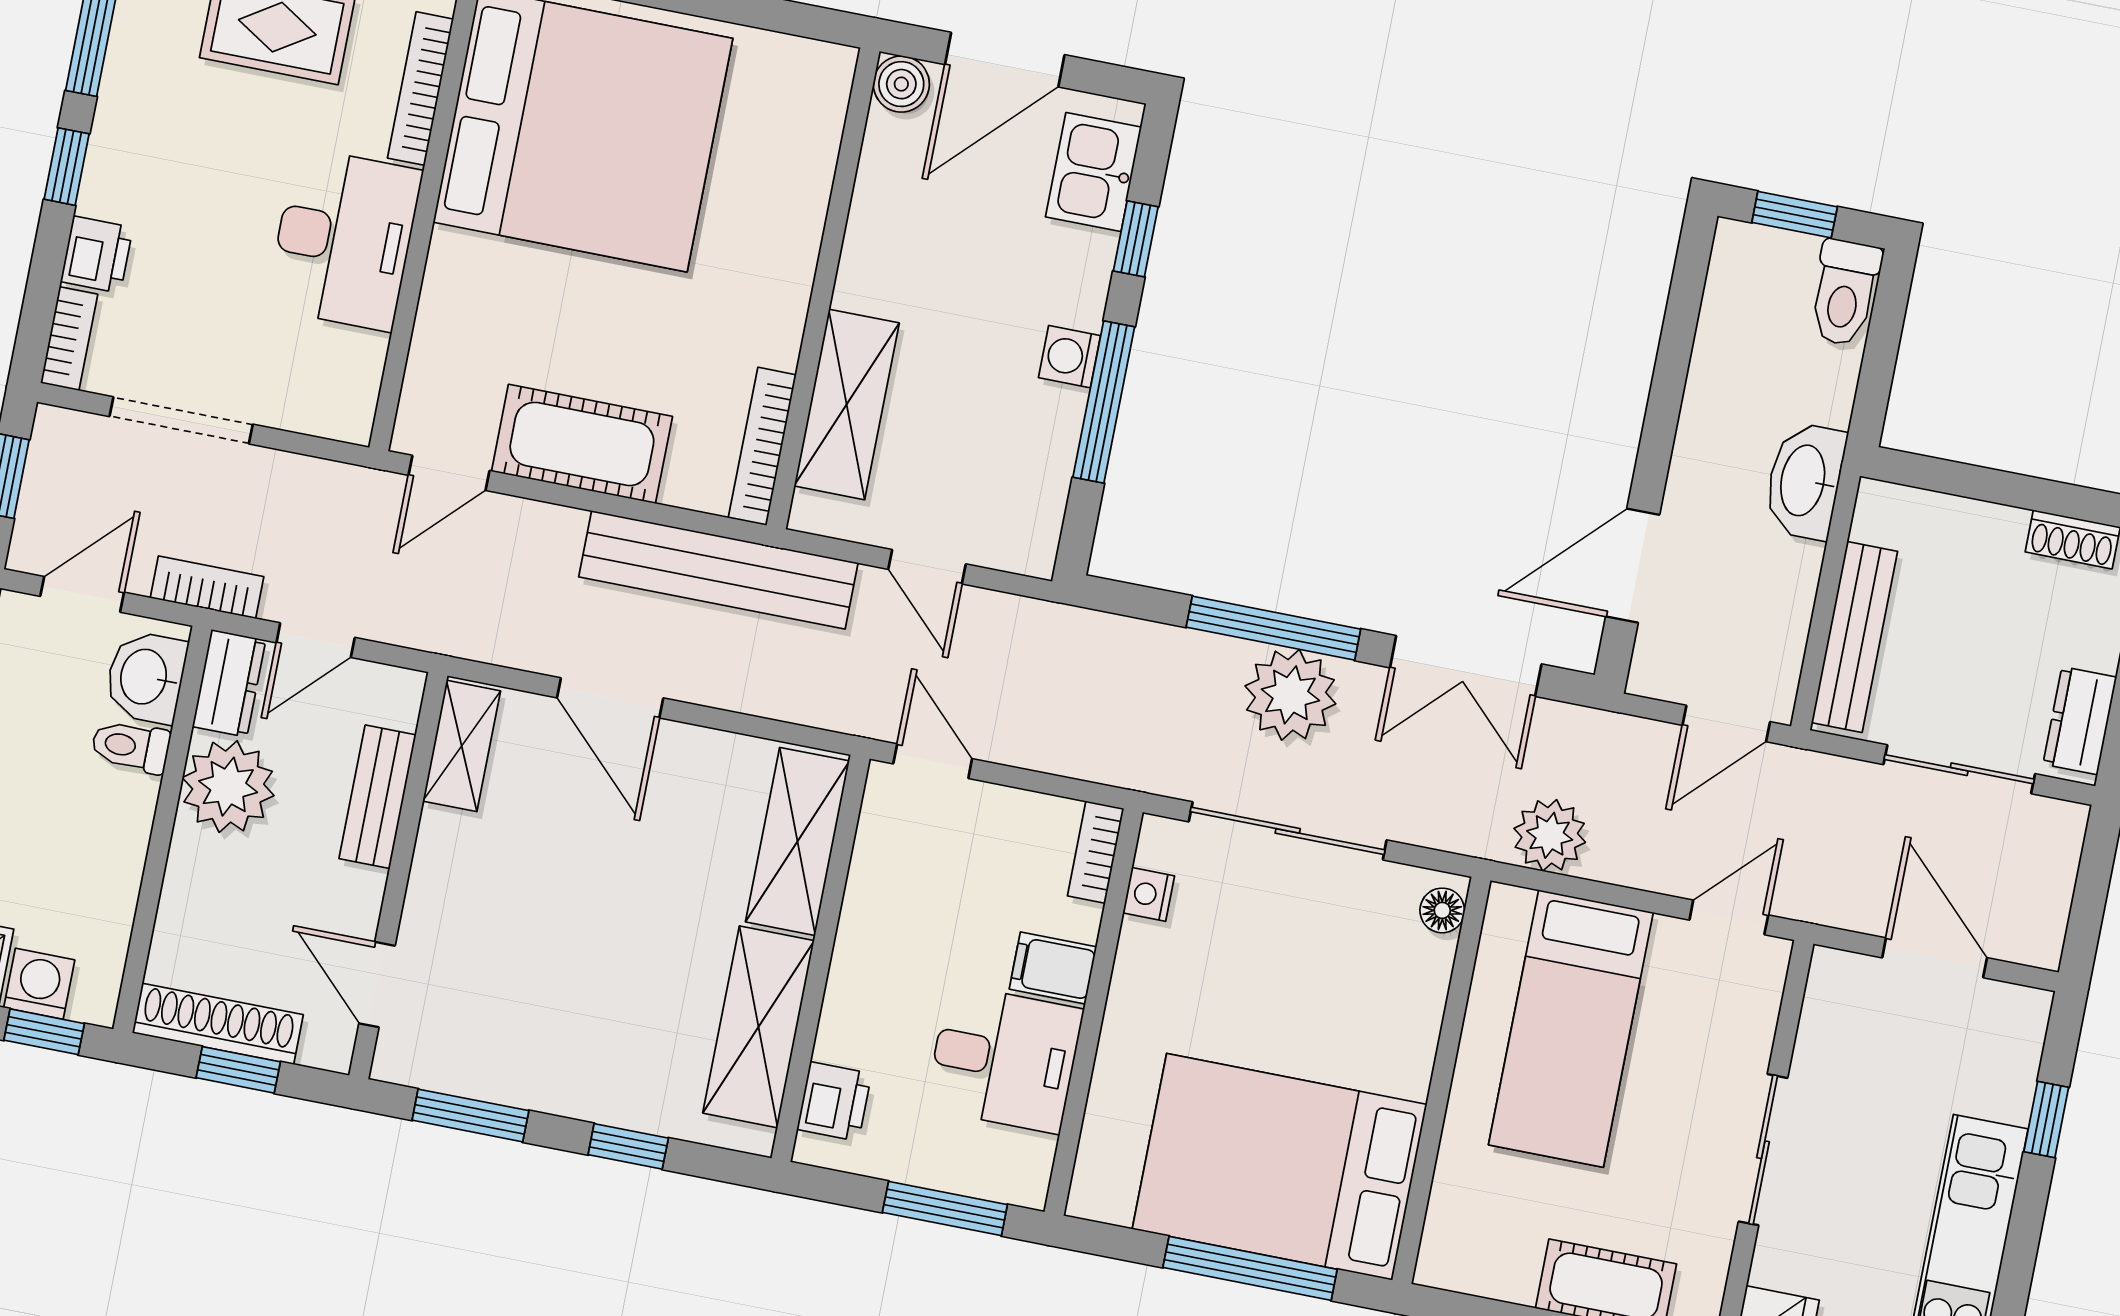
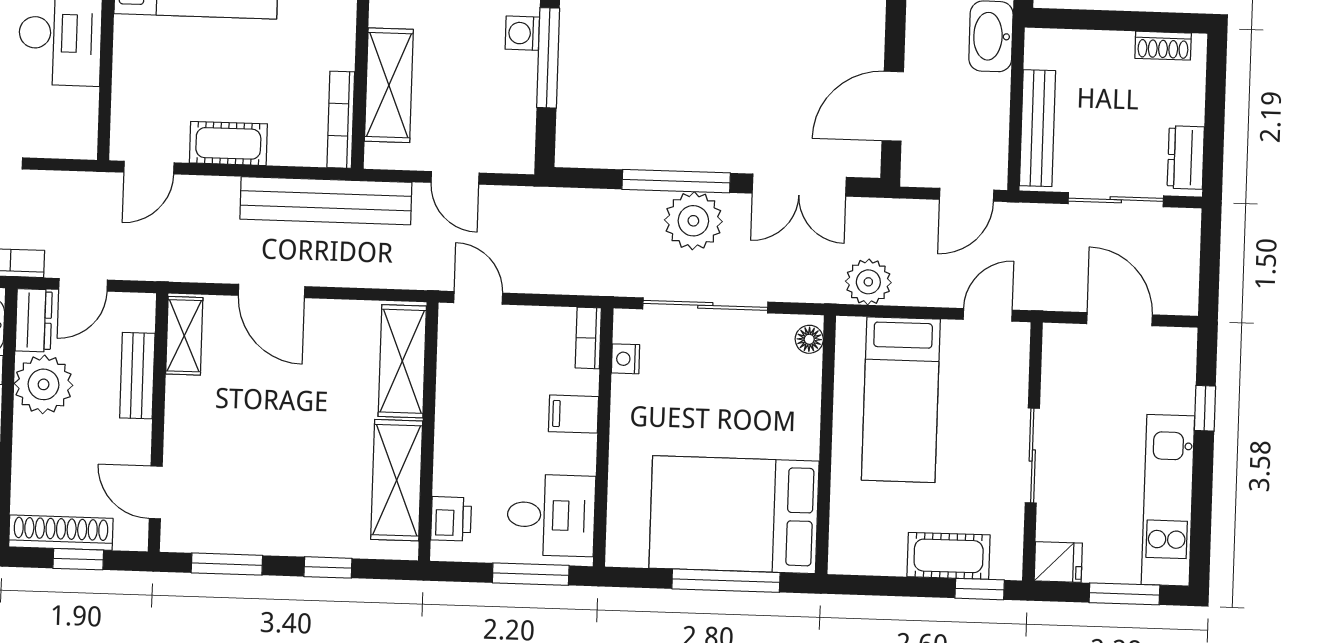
cot: (582, 444) -> (228, 143), width x0.73, depth x0.75
desk: (1004, 1059) -> (551, 515), moved

